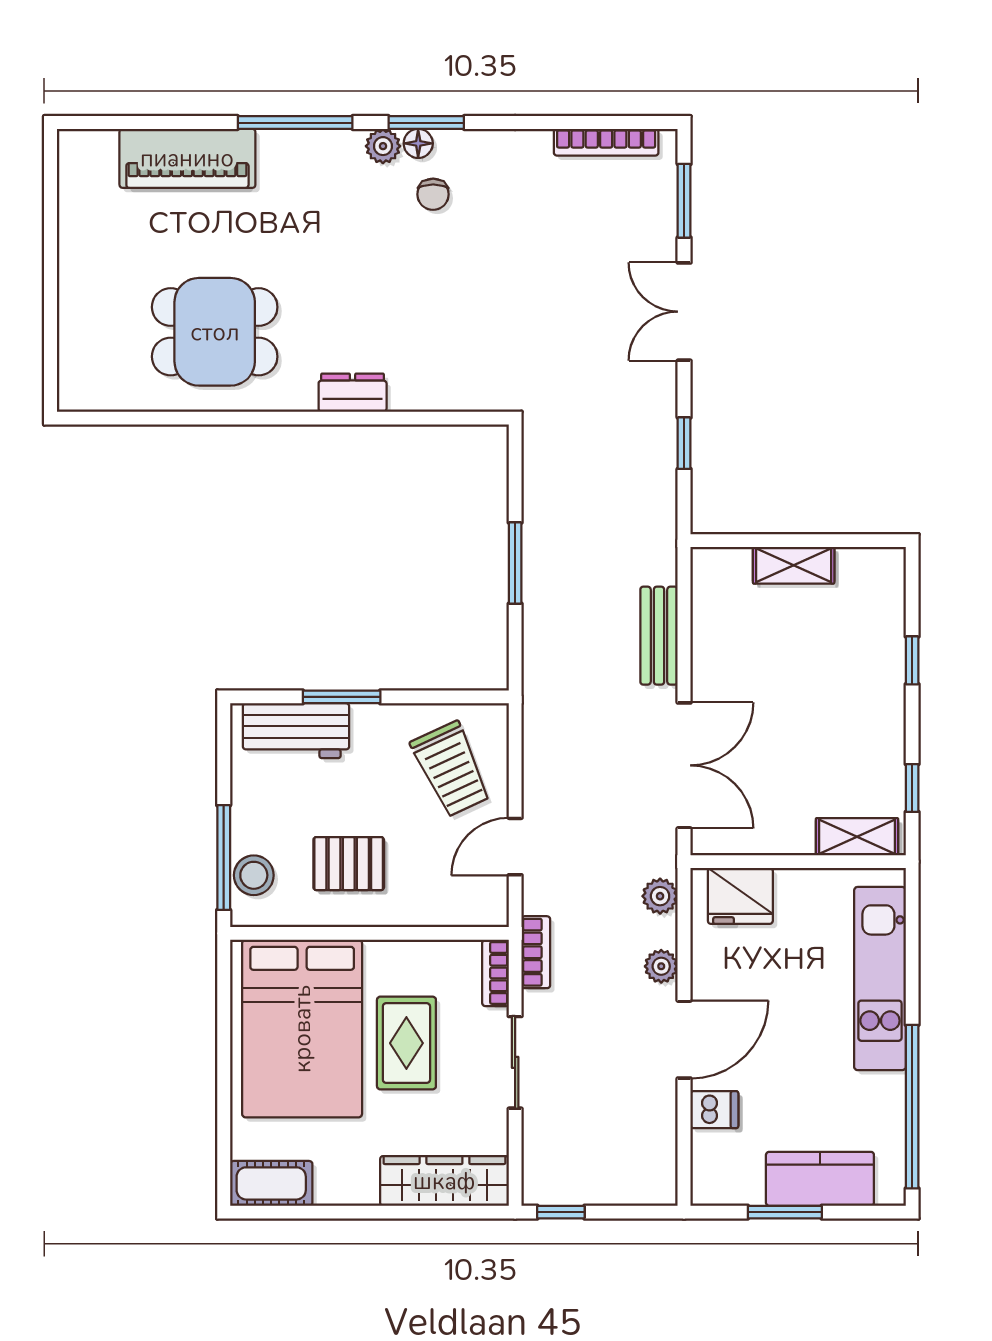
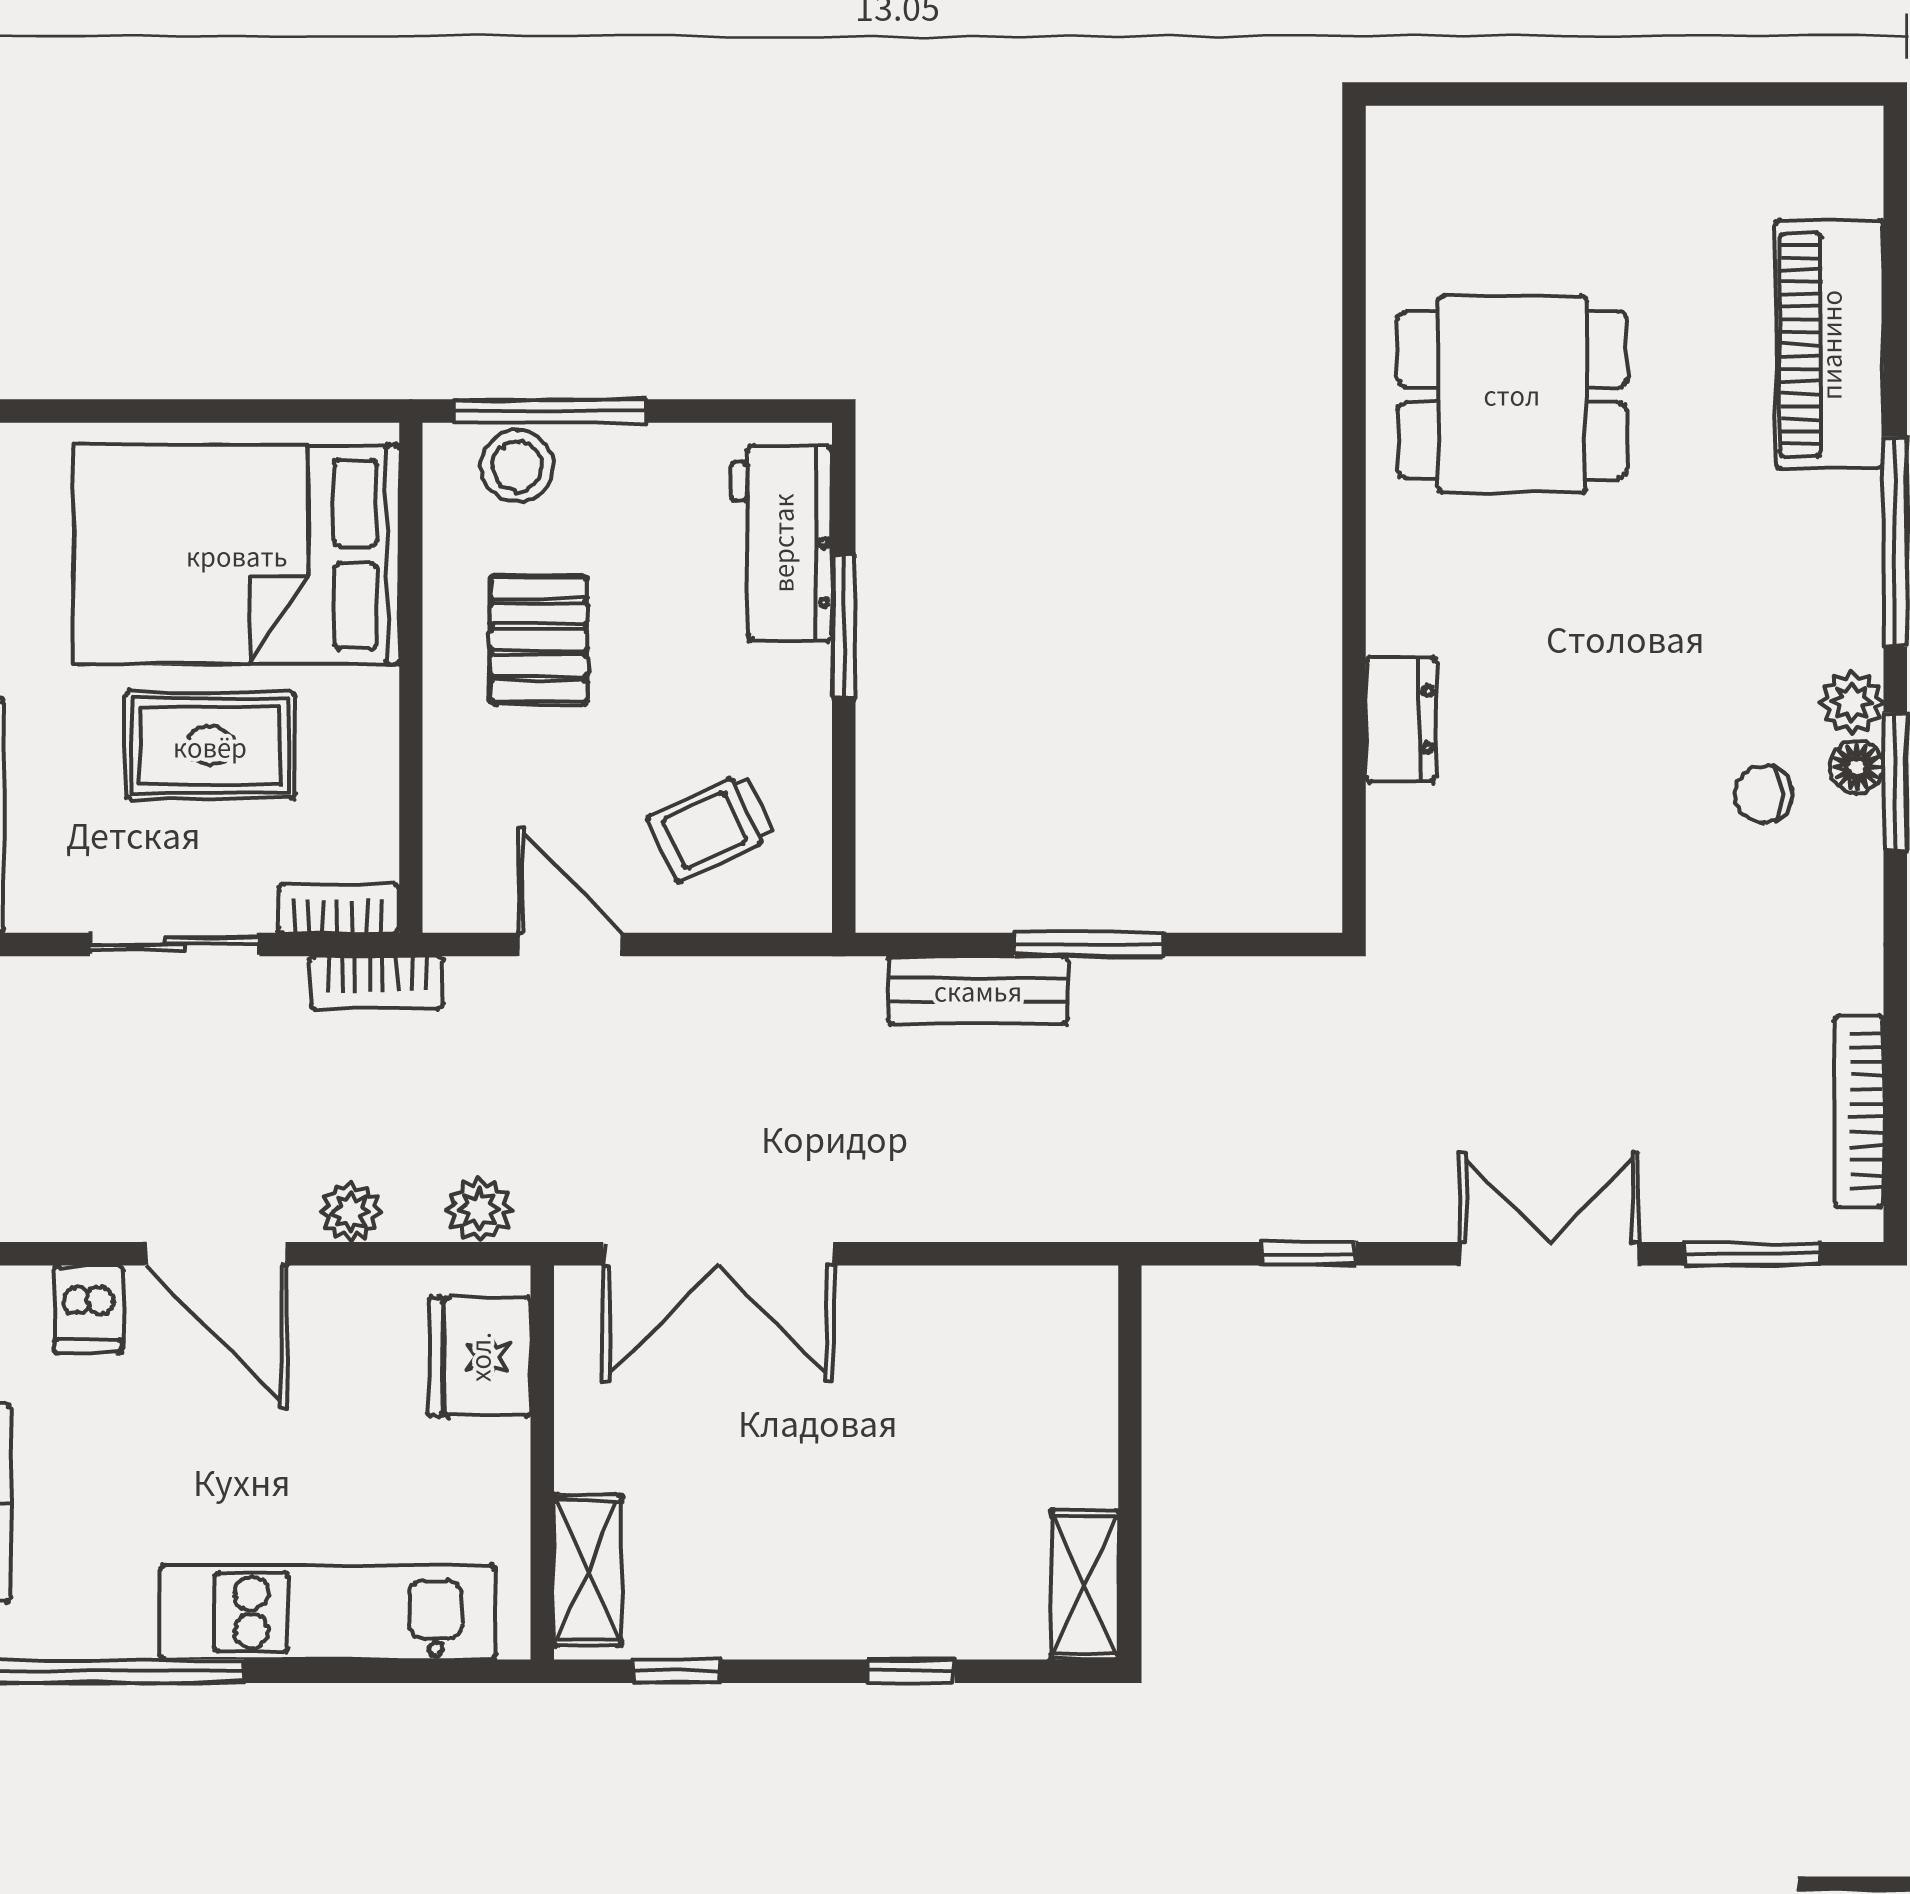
dining table: (215, 332) -> (1512, 394), turned 90
dresser: (353, 393) -> (1401, 719), moved
shelving: (794, 565) -> (1085, 1585), moved
bench: (659, 636) -> (978, 990), moved
trolley: (451, 769) -> (712, 827), width x0.73, depth x0.72

